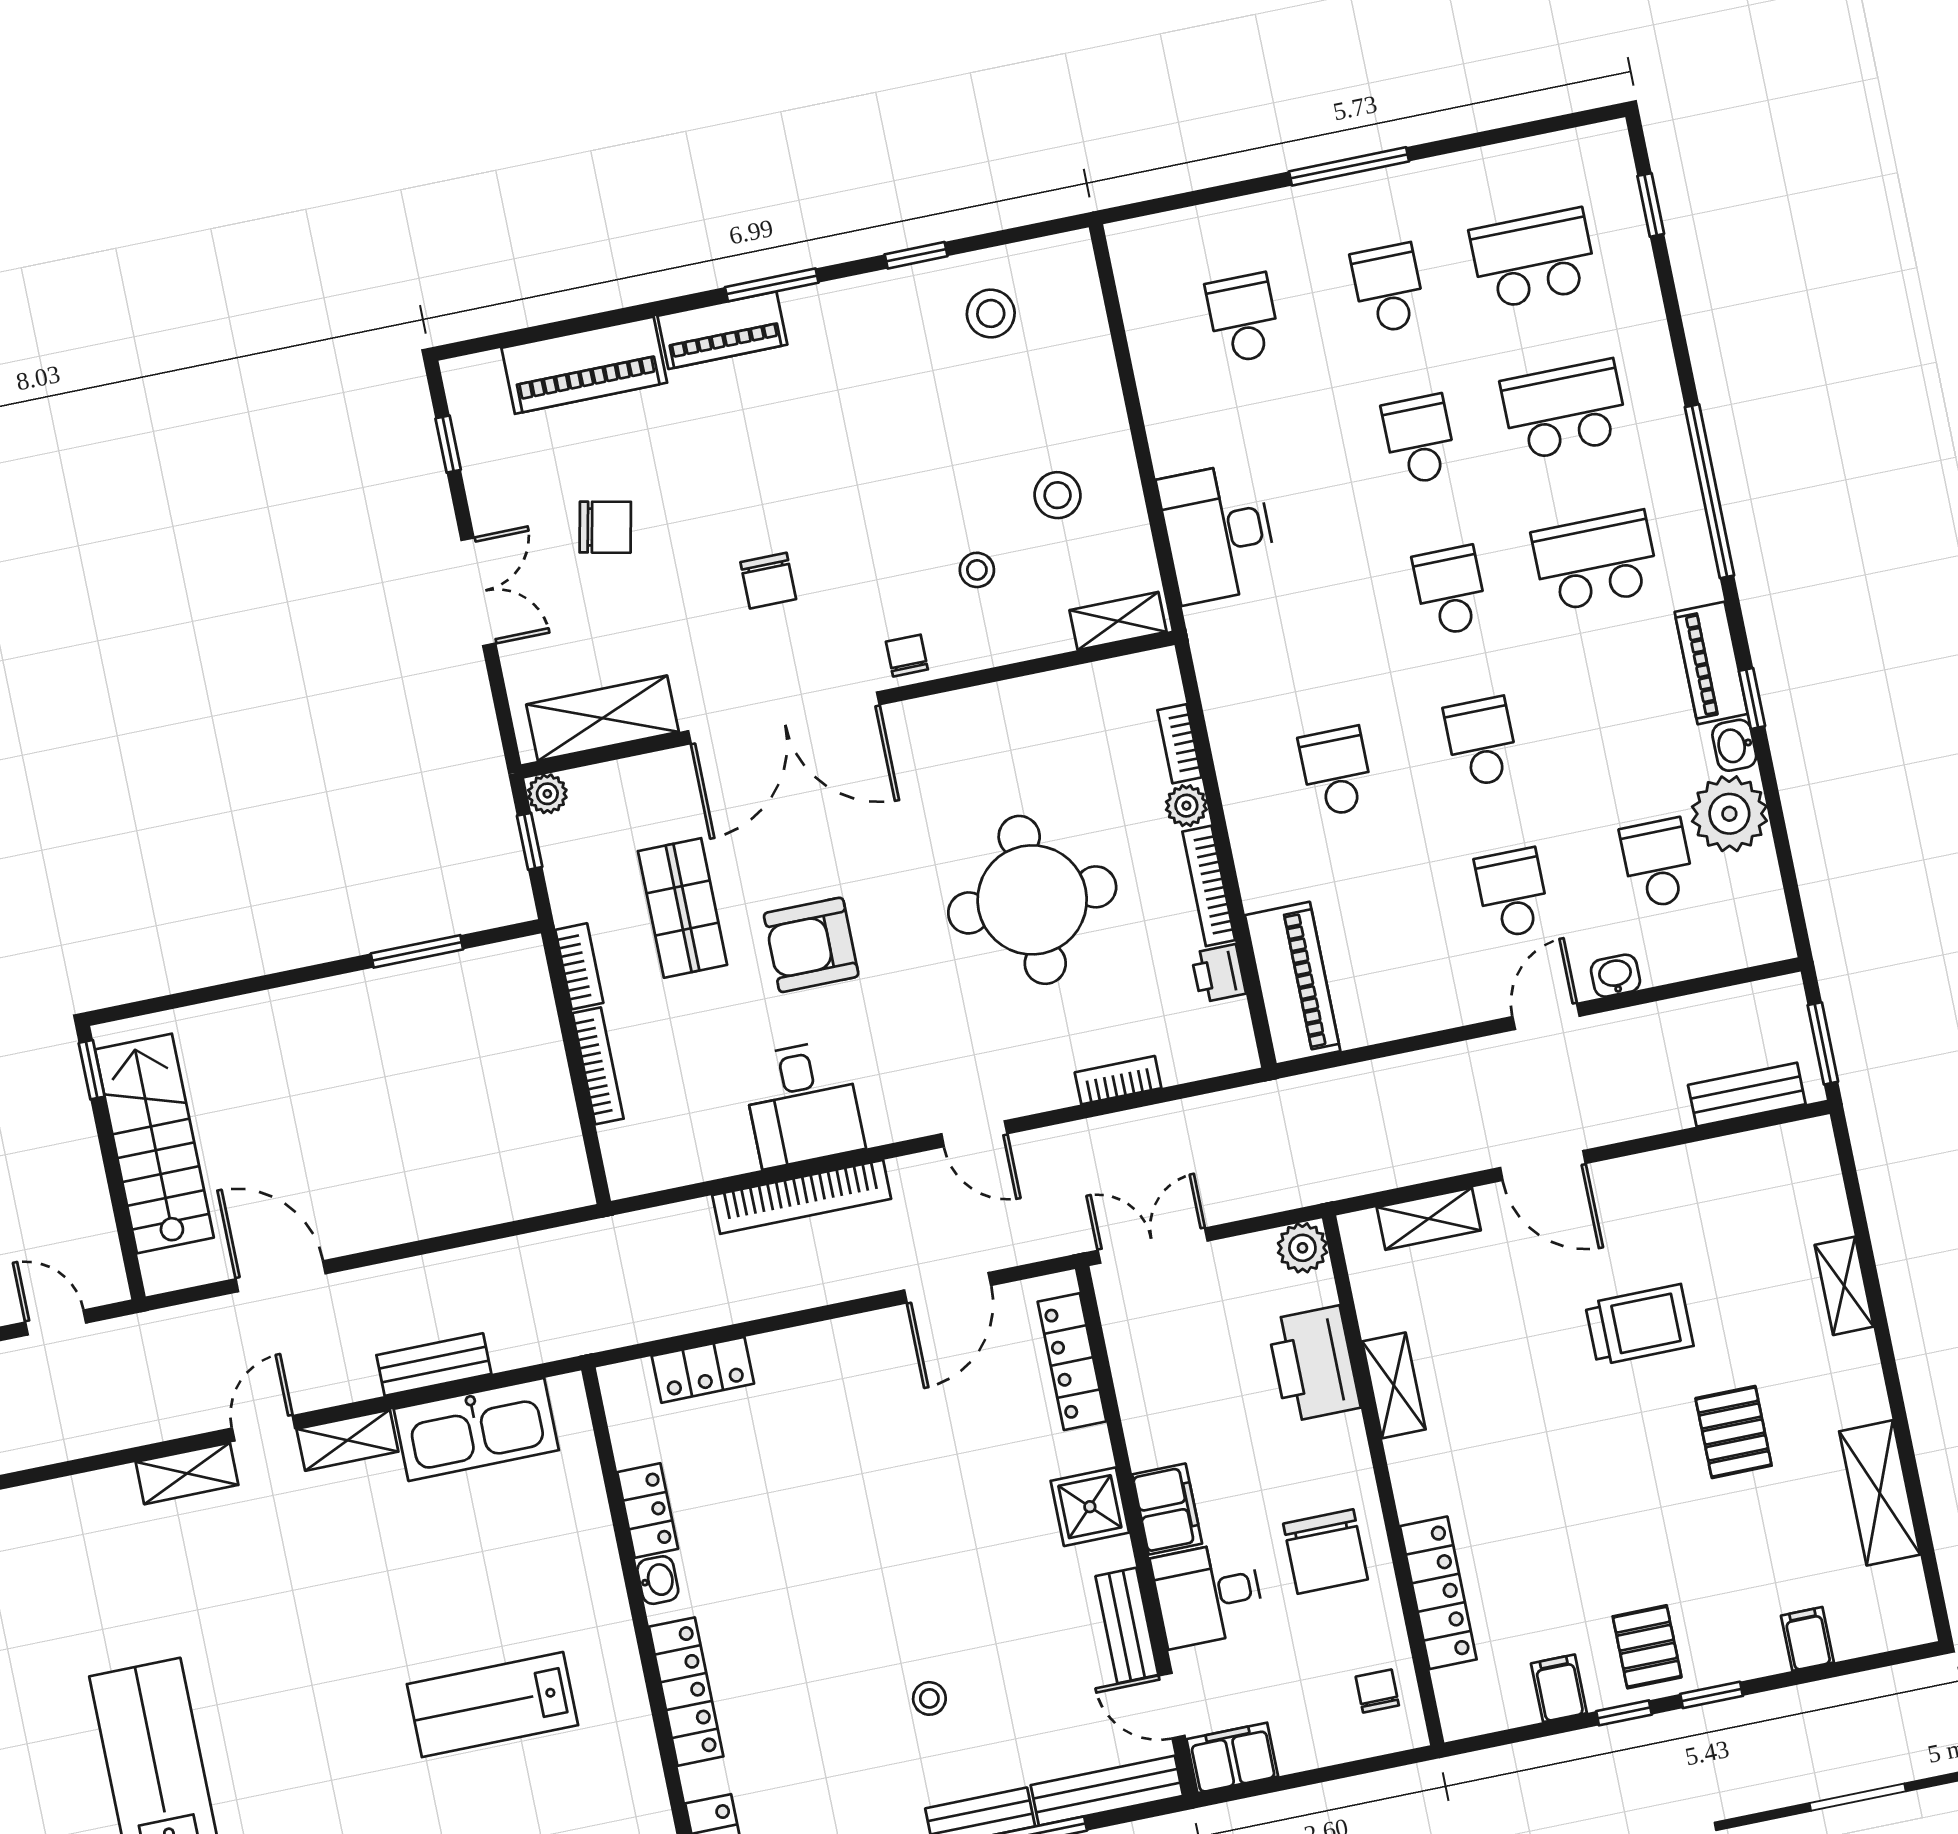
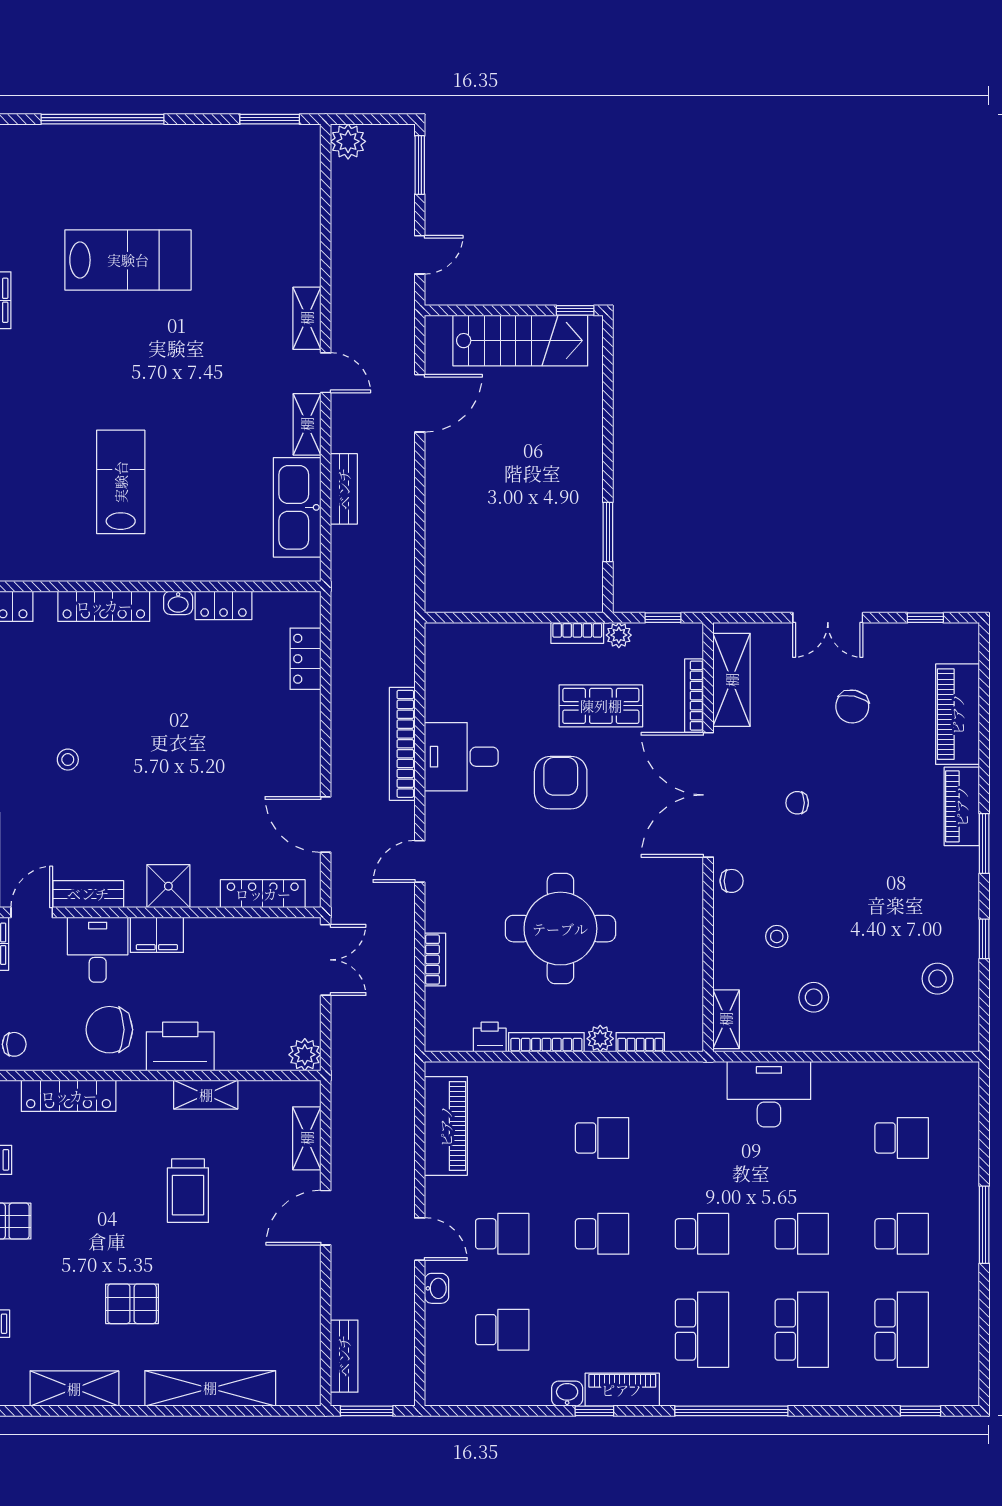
chair: (768, 581) -> (797, 803), width x0.73, depth x0.73
plant: (547, 794) -> (619, 635), moved
plant: (1729, 814) -> (524, 1382), removed
piano: (1293, 983) -> (446, 1126), moved, turned -90
bookcase: (598, 1066) -> (694, 696), moved, turned 90
shelving: (1844, 1286) -> (210, 1388), width x2.20, depth x1.33
trolley: (1639, 1325) -> (188, 1191), moved
printer: (1313, 1364) -> (180, 1046), moved

